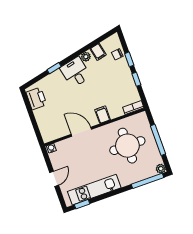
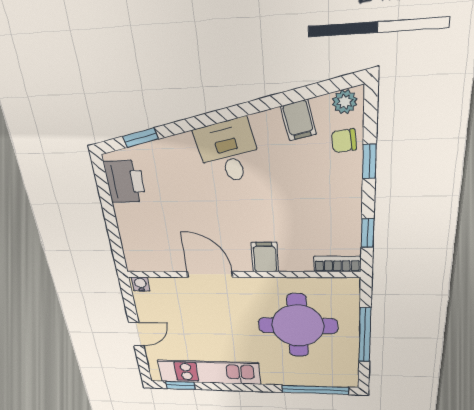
plant: (86, 57) -> (345, 102), moved
window: (54, 68) -> (140, 138), moved
window: (136, 79) -> (367, 233), moved
plant: (161, 169) -> (349, 380), removed

